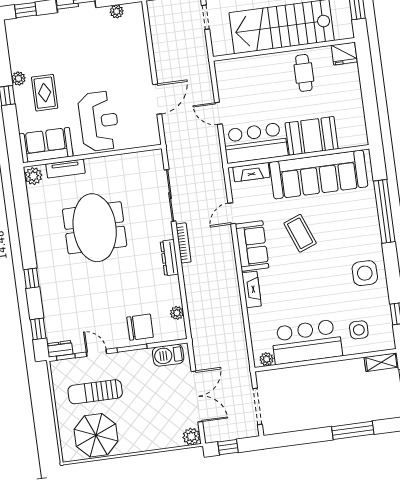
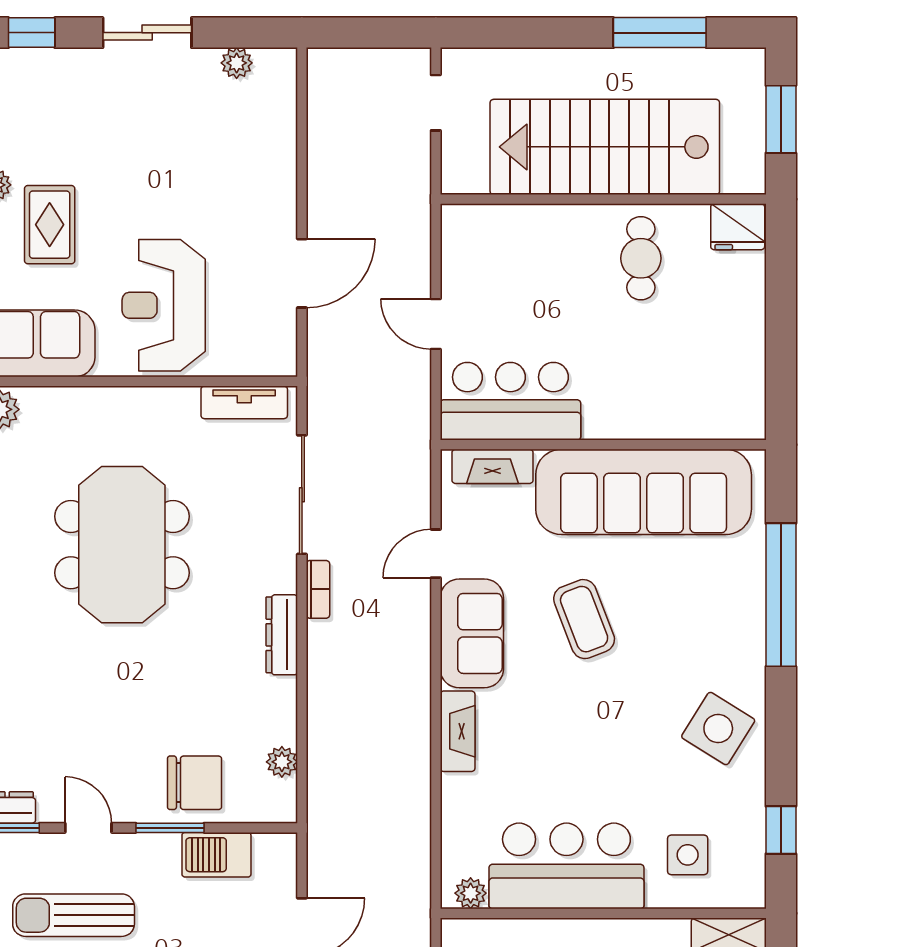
reception desk: (99, 121) -> (164, 305), turned 180
booth: (312, 136) -> (639, 403), removed
tv unit: (65, 169) -> (244, 402), moved
bookcase: (183, 243) -> (318, 589), width x0.64
side table: (365, 273) -> (718, 729), turned 32
barbecue: (168, 355) -> (216, 855), moved

